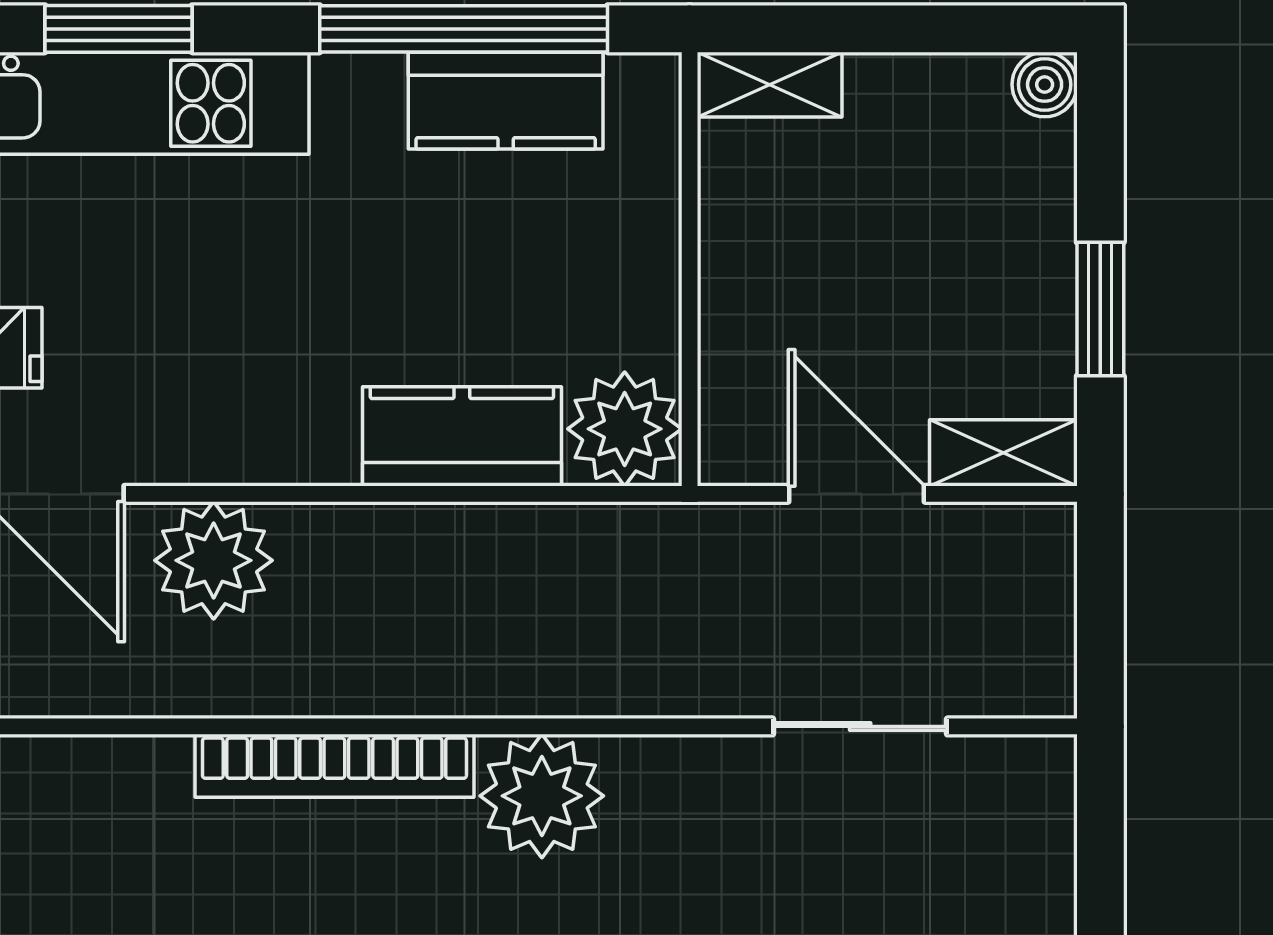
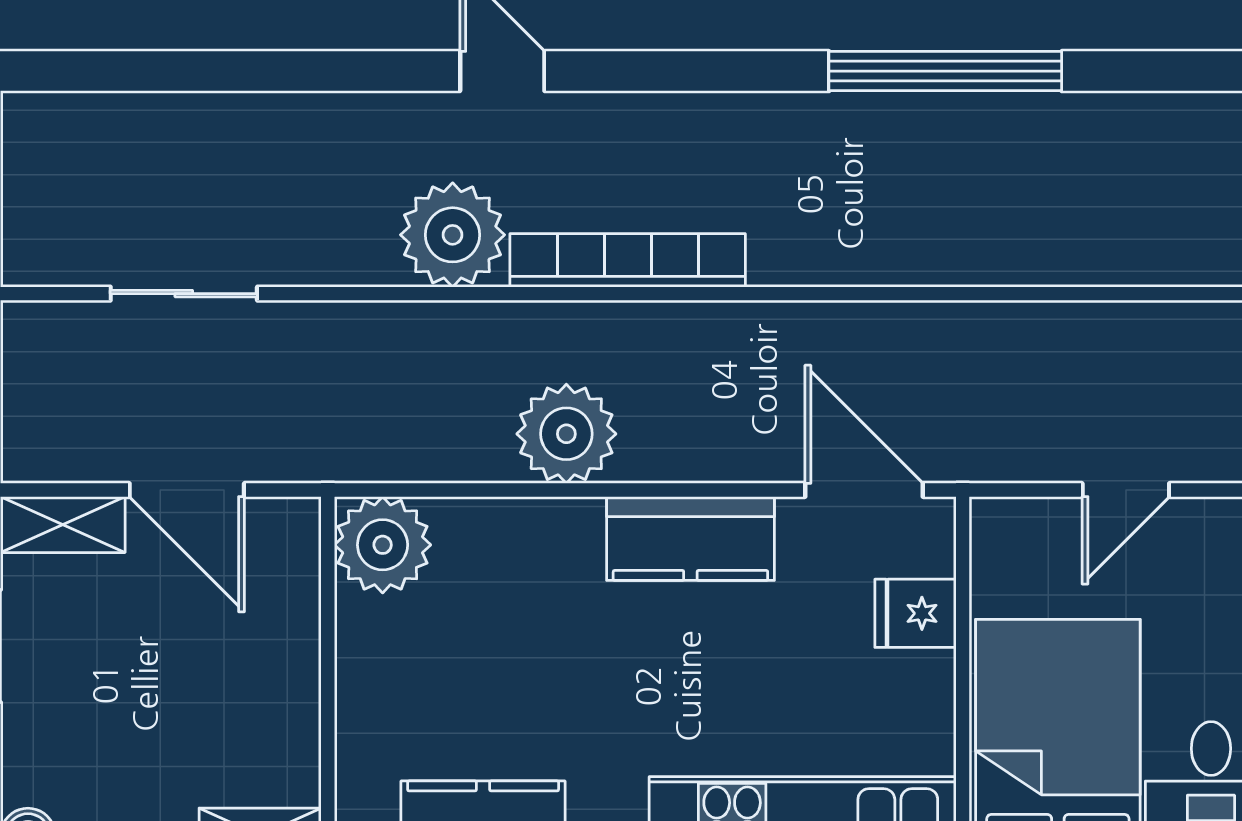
kitchen counter: (462, 436) -> (690, 538), moved
plant: (214, 560) -> (566, 434), moved

